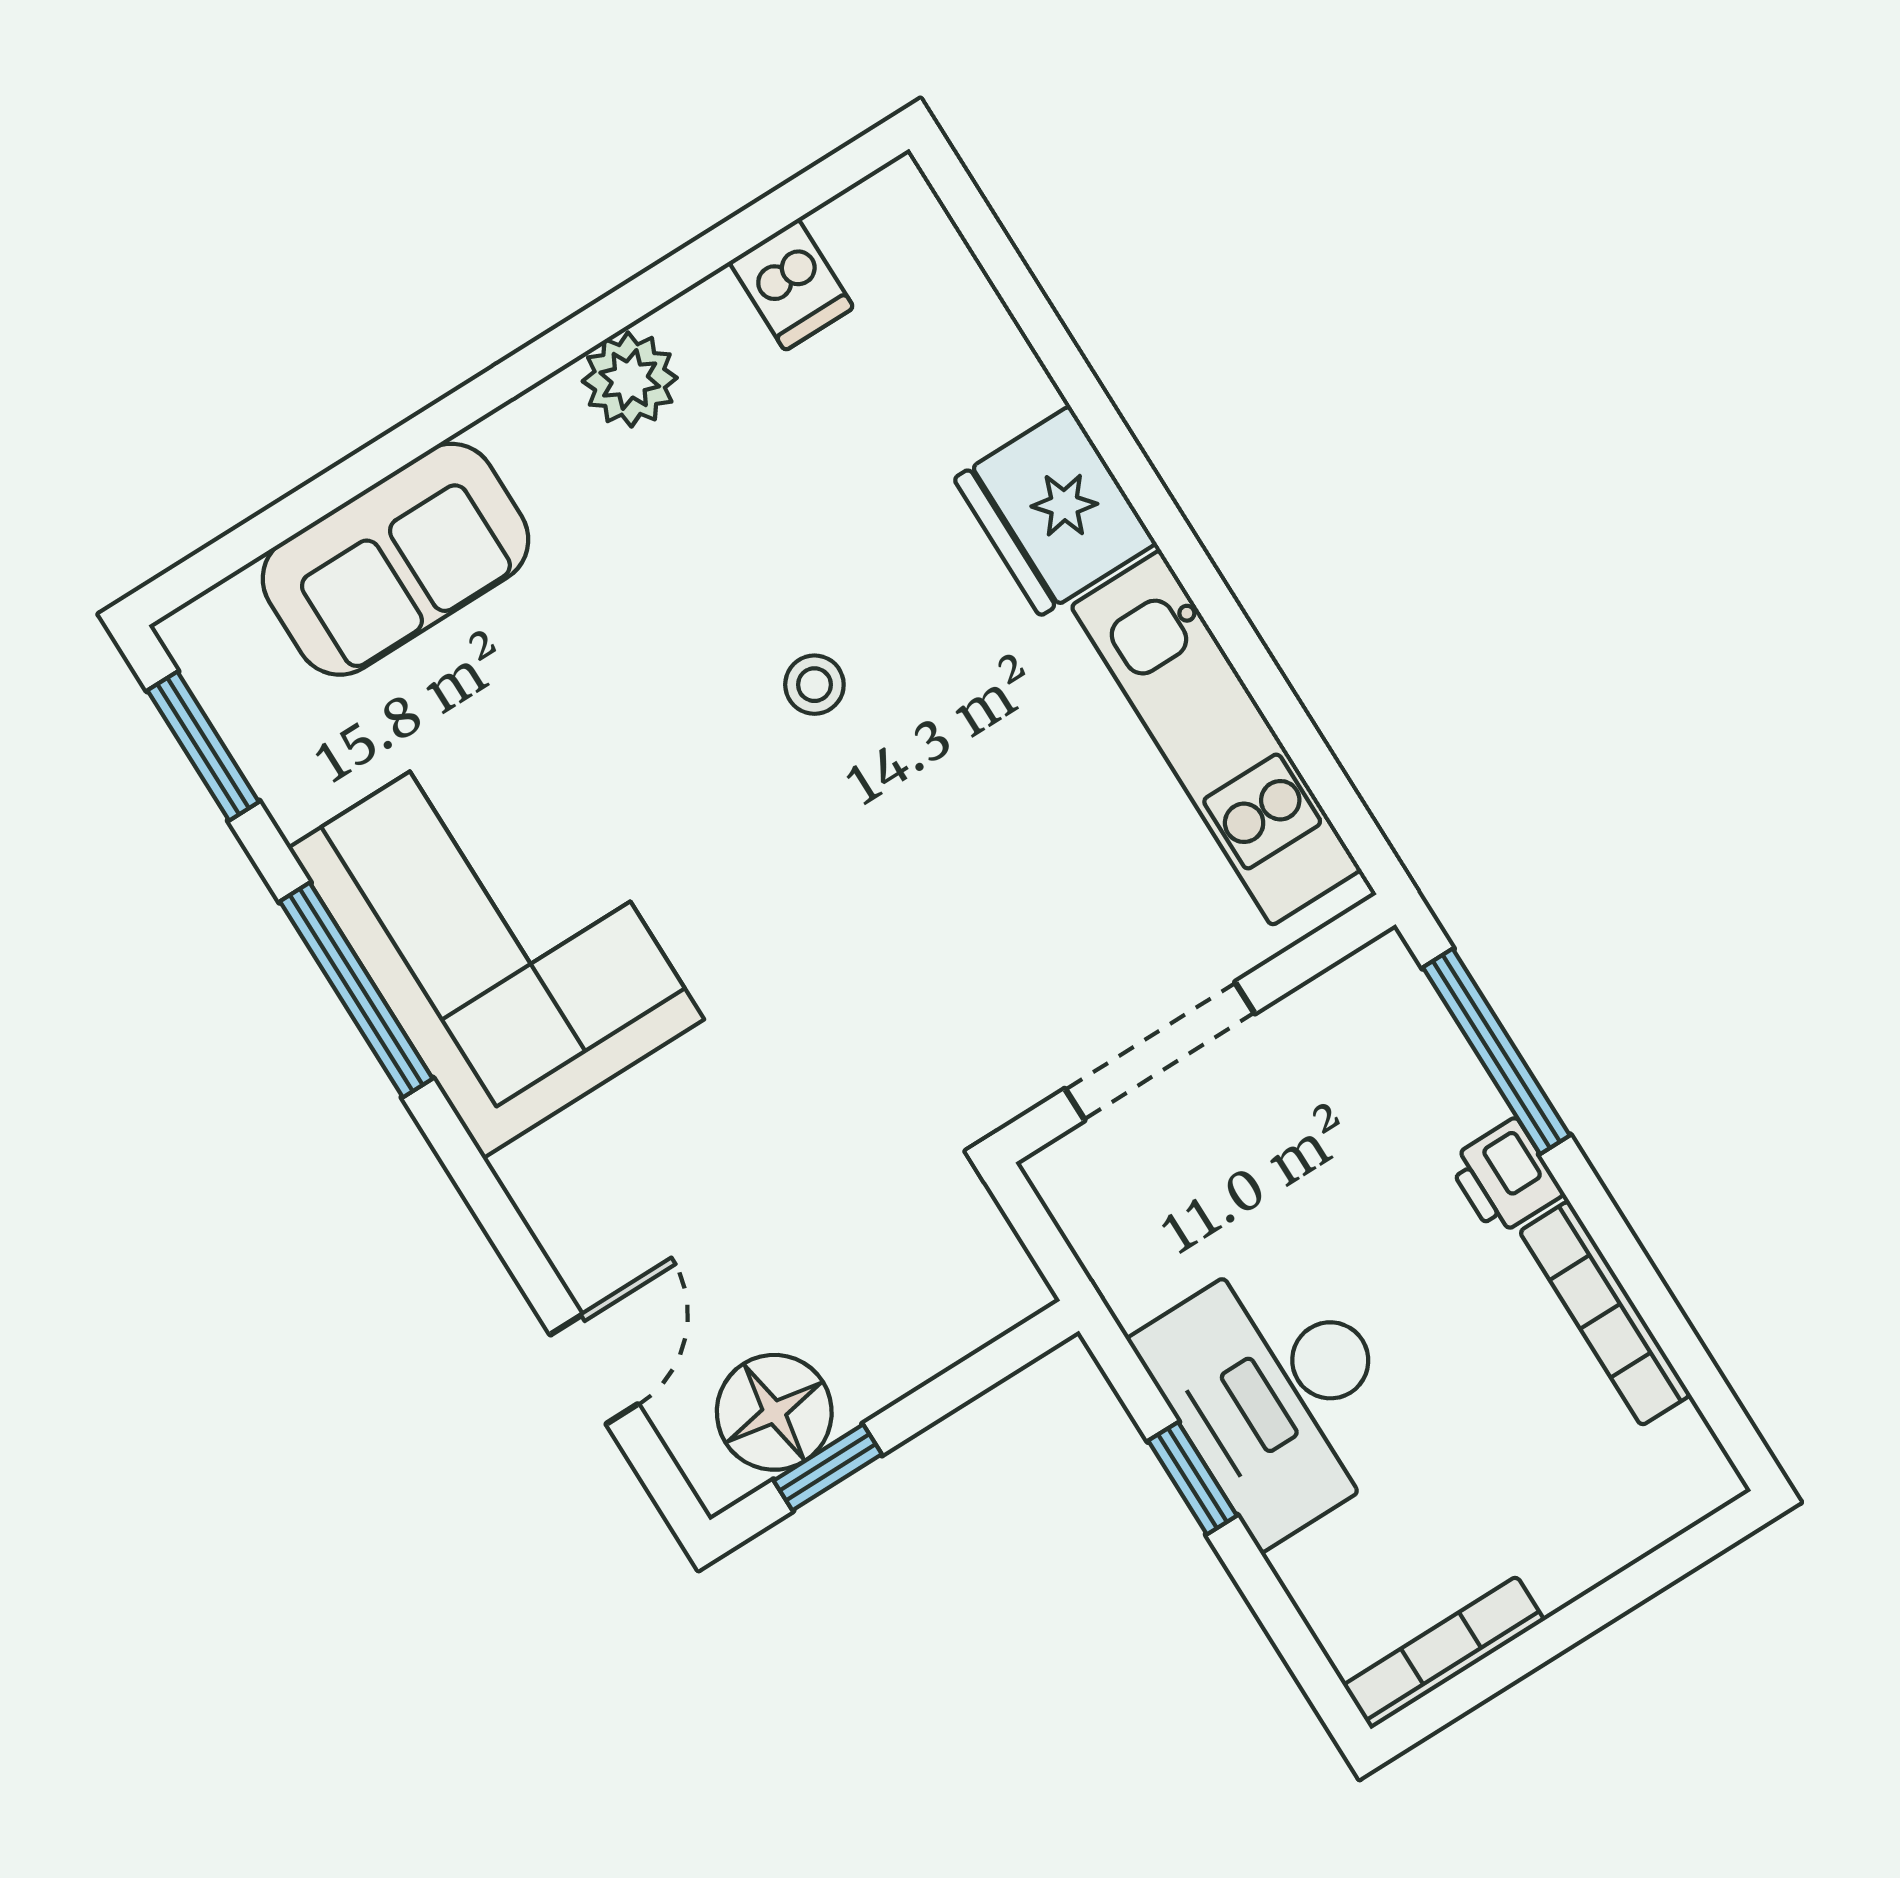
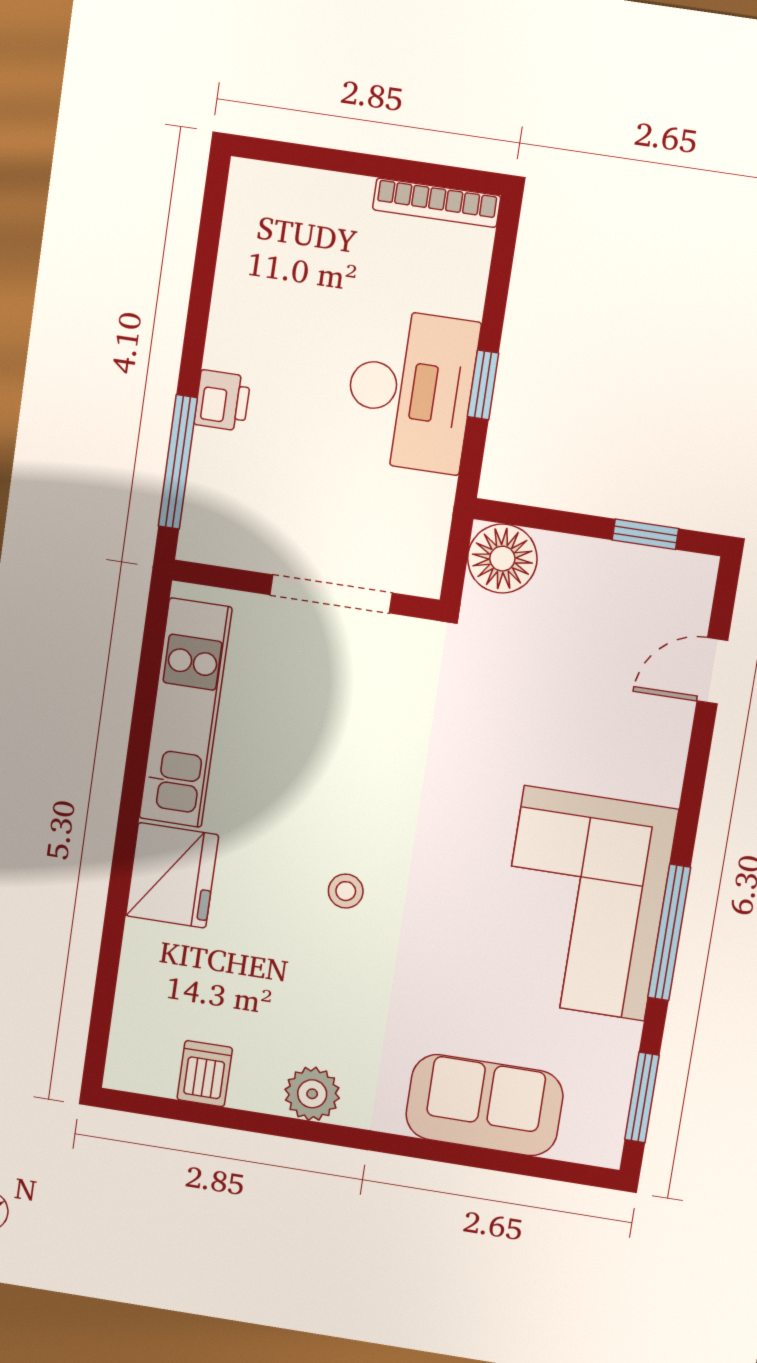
bookcase: (1605, 1313) -> (229, 298), removed
floor lamp: (774, 1412) -> (502, 559), moved

